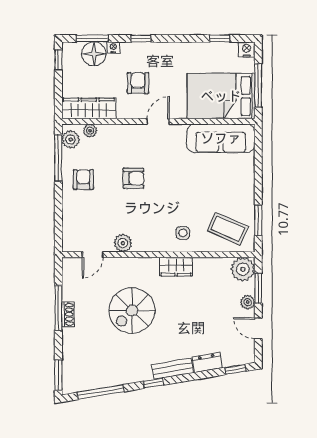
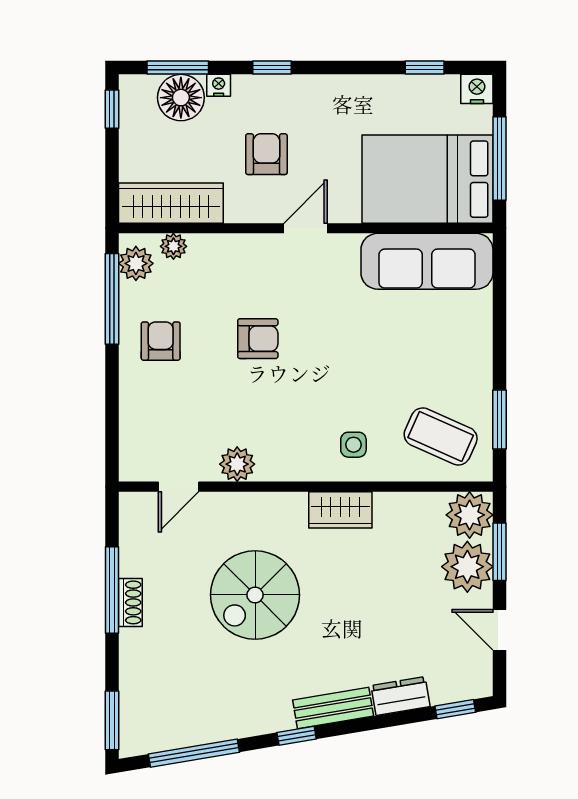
plant: (248, 302) -> (467, 567), width x1.88, depth x1.88

